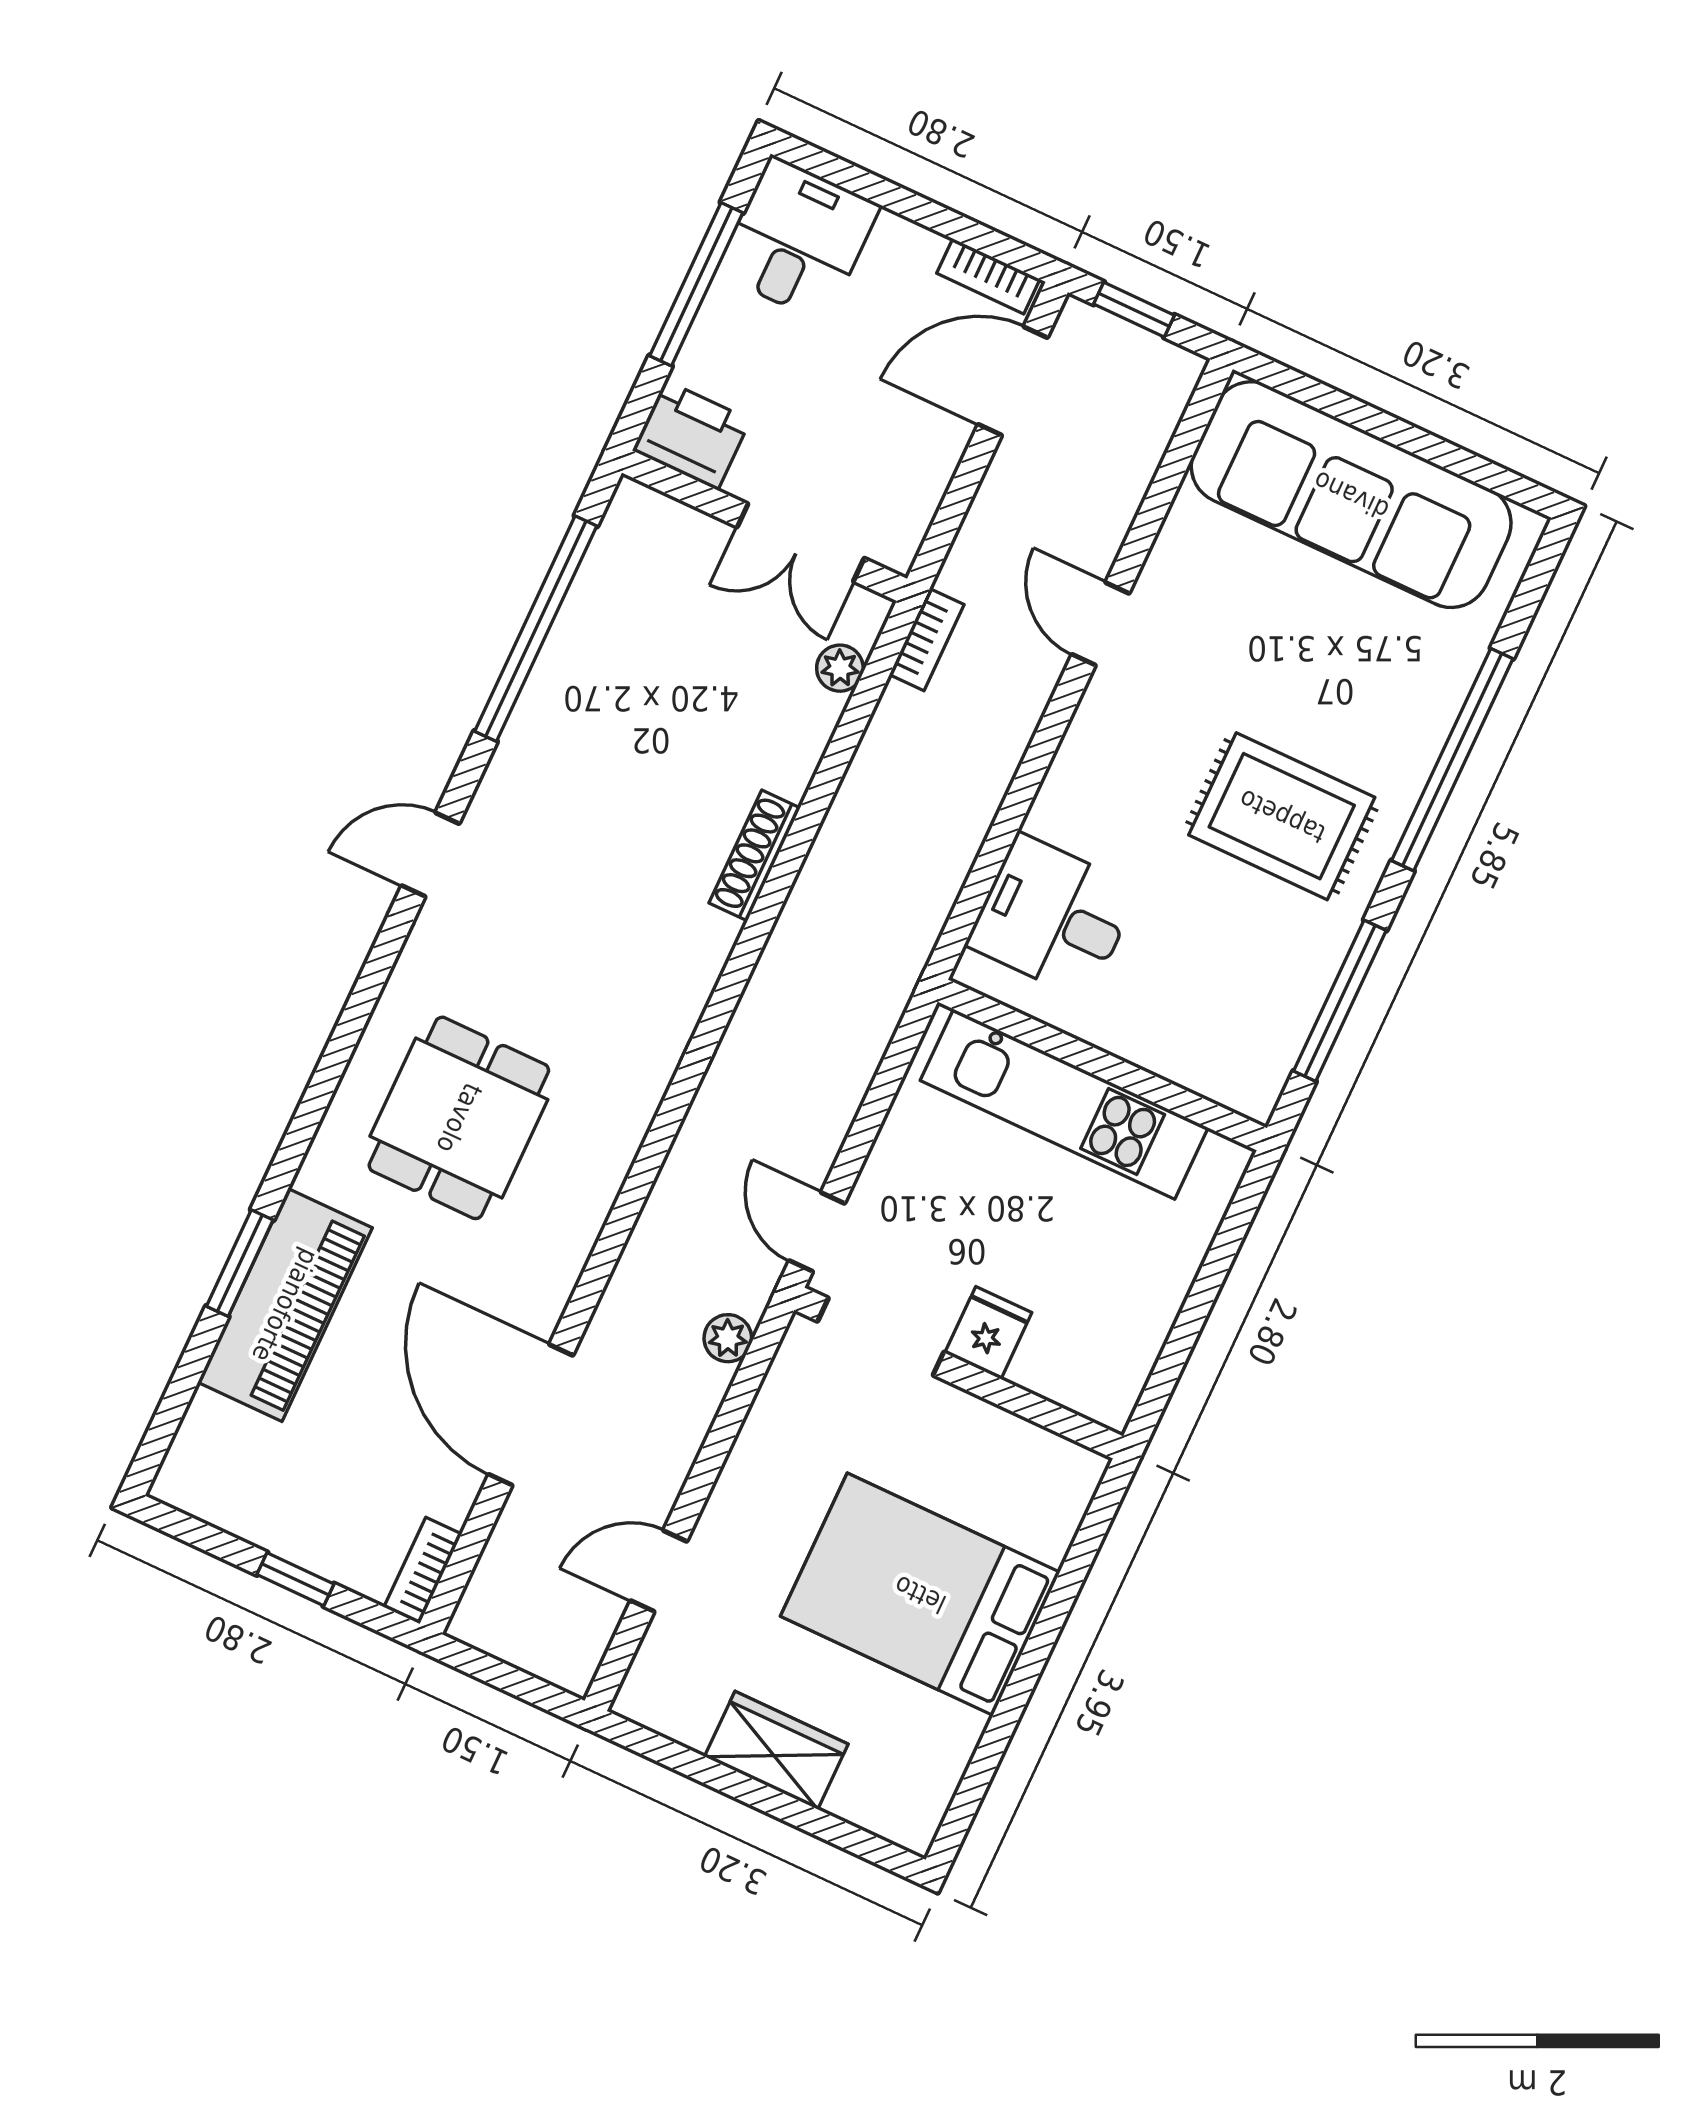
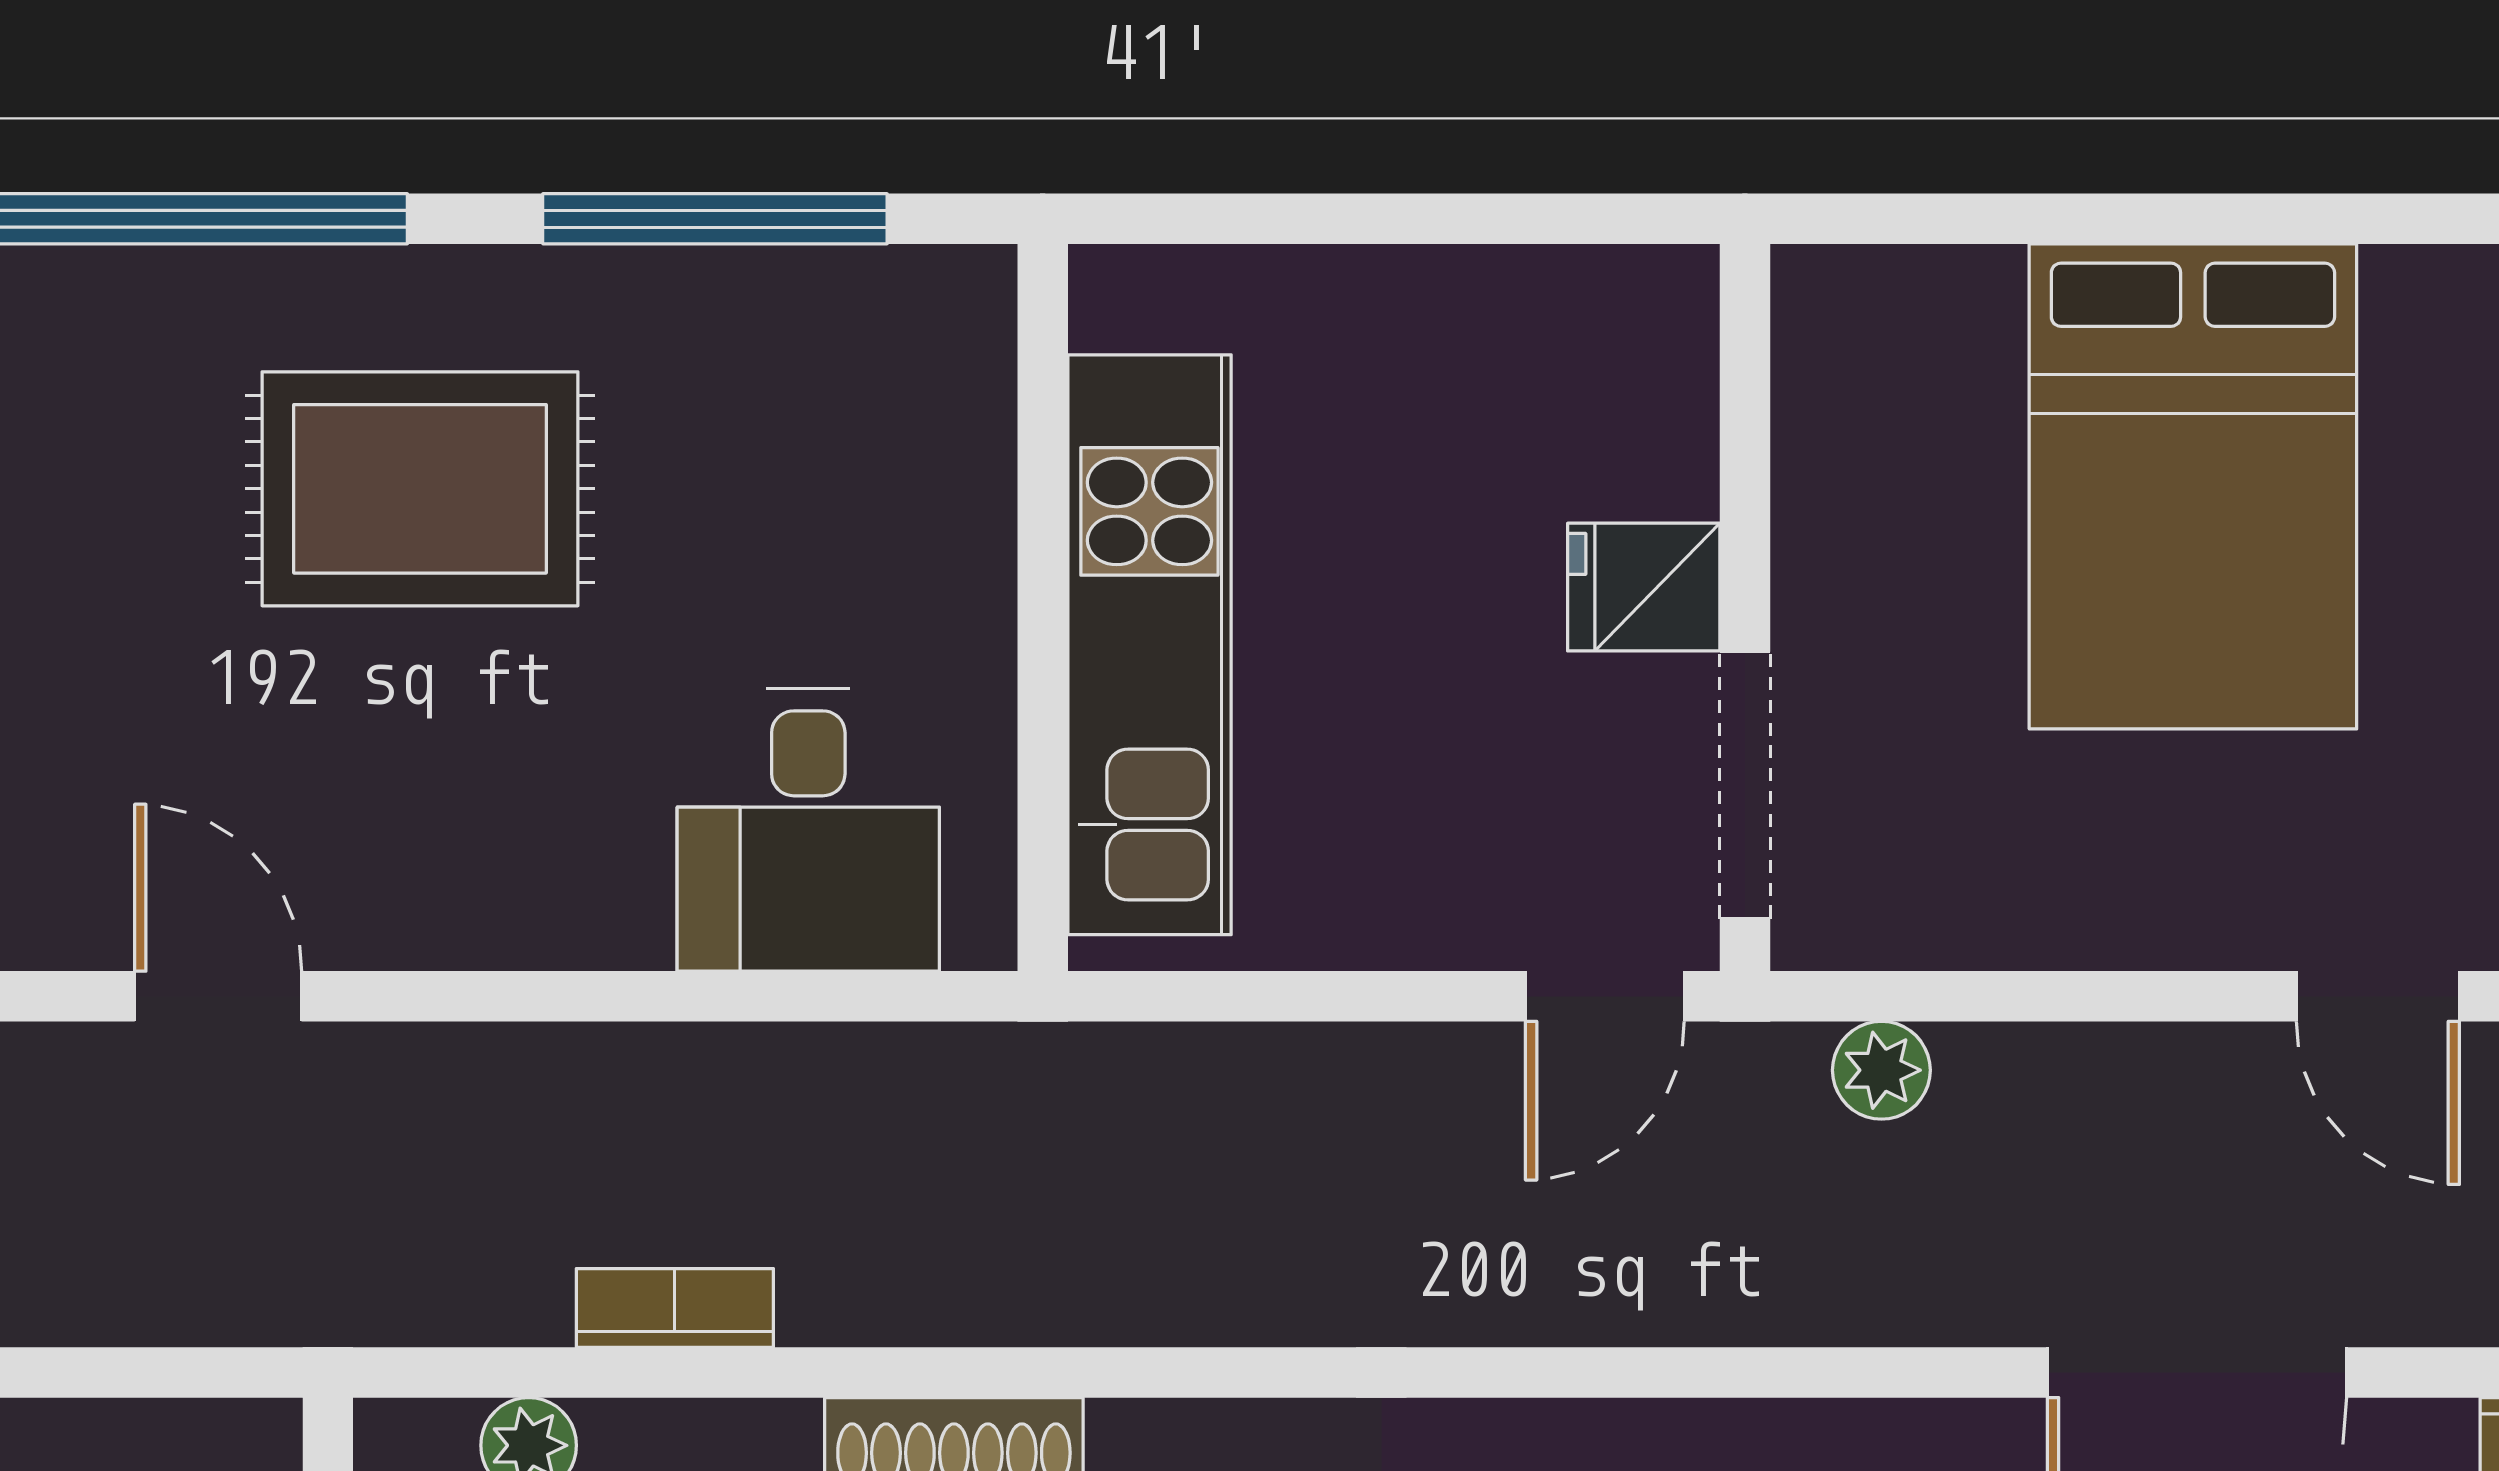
door: (1100, 624) -> (218, 996), swing flipped
bookcase: (927, 640) -> (675, 1308), moved
rug: (1282, 816) -> (420, 489), turned 90

